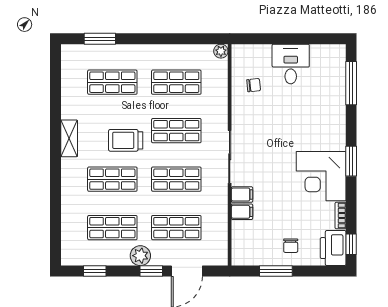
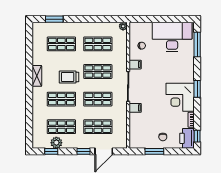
desk: (291, 64) -> (172, 37), width x1.87, depth x1.30
filing cabinet: (242, 212) -> (135, 65), moved
plant: (140, 256) -> (56, 143), moved

